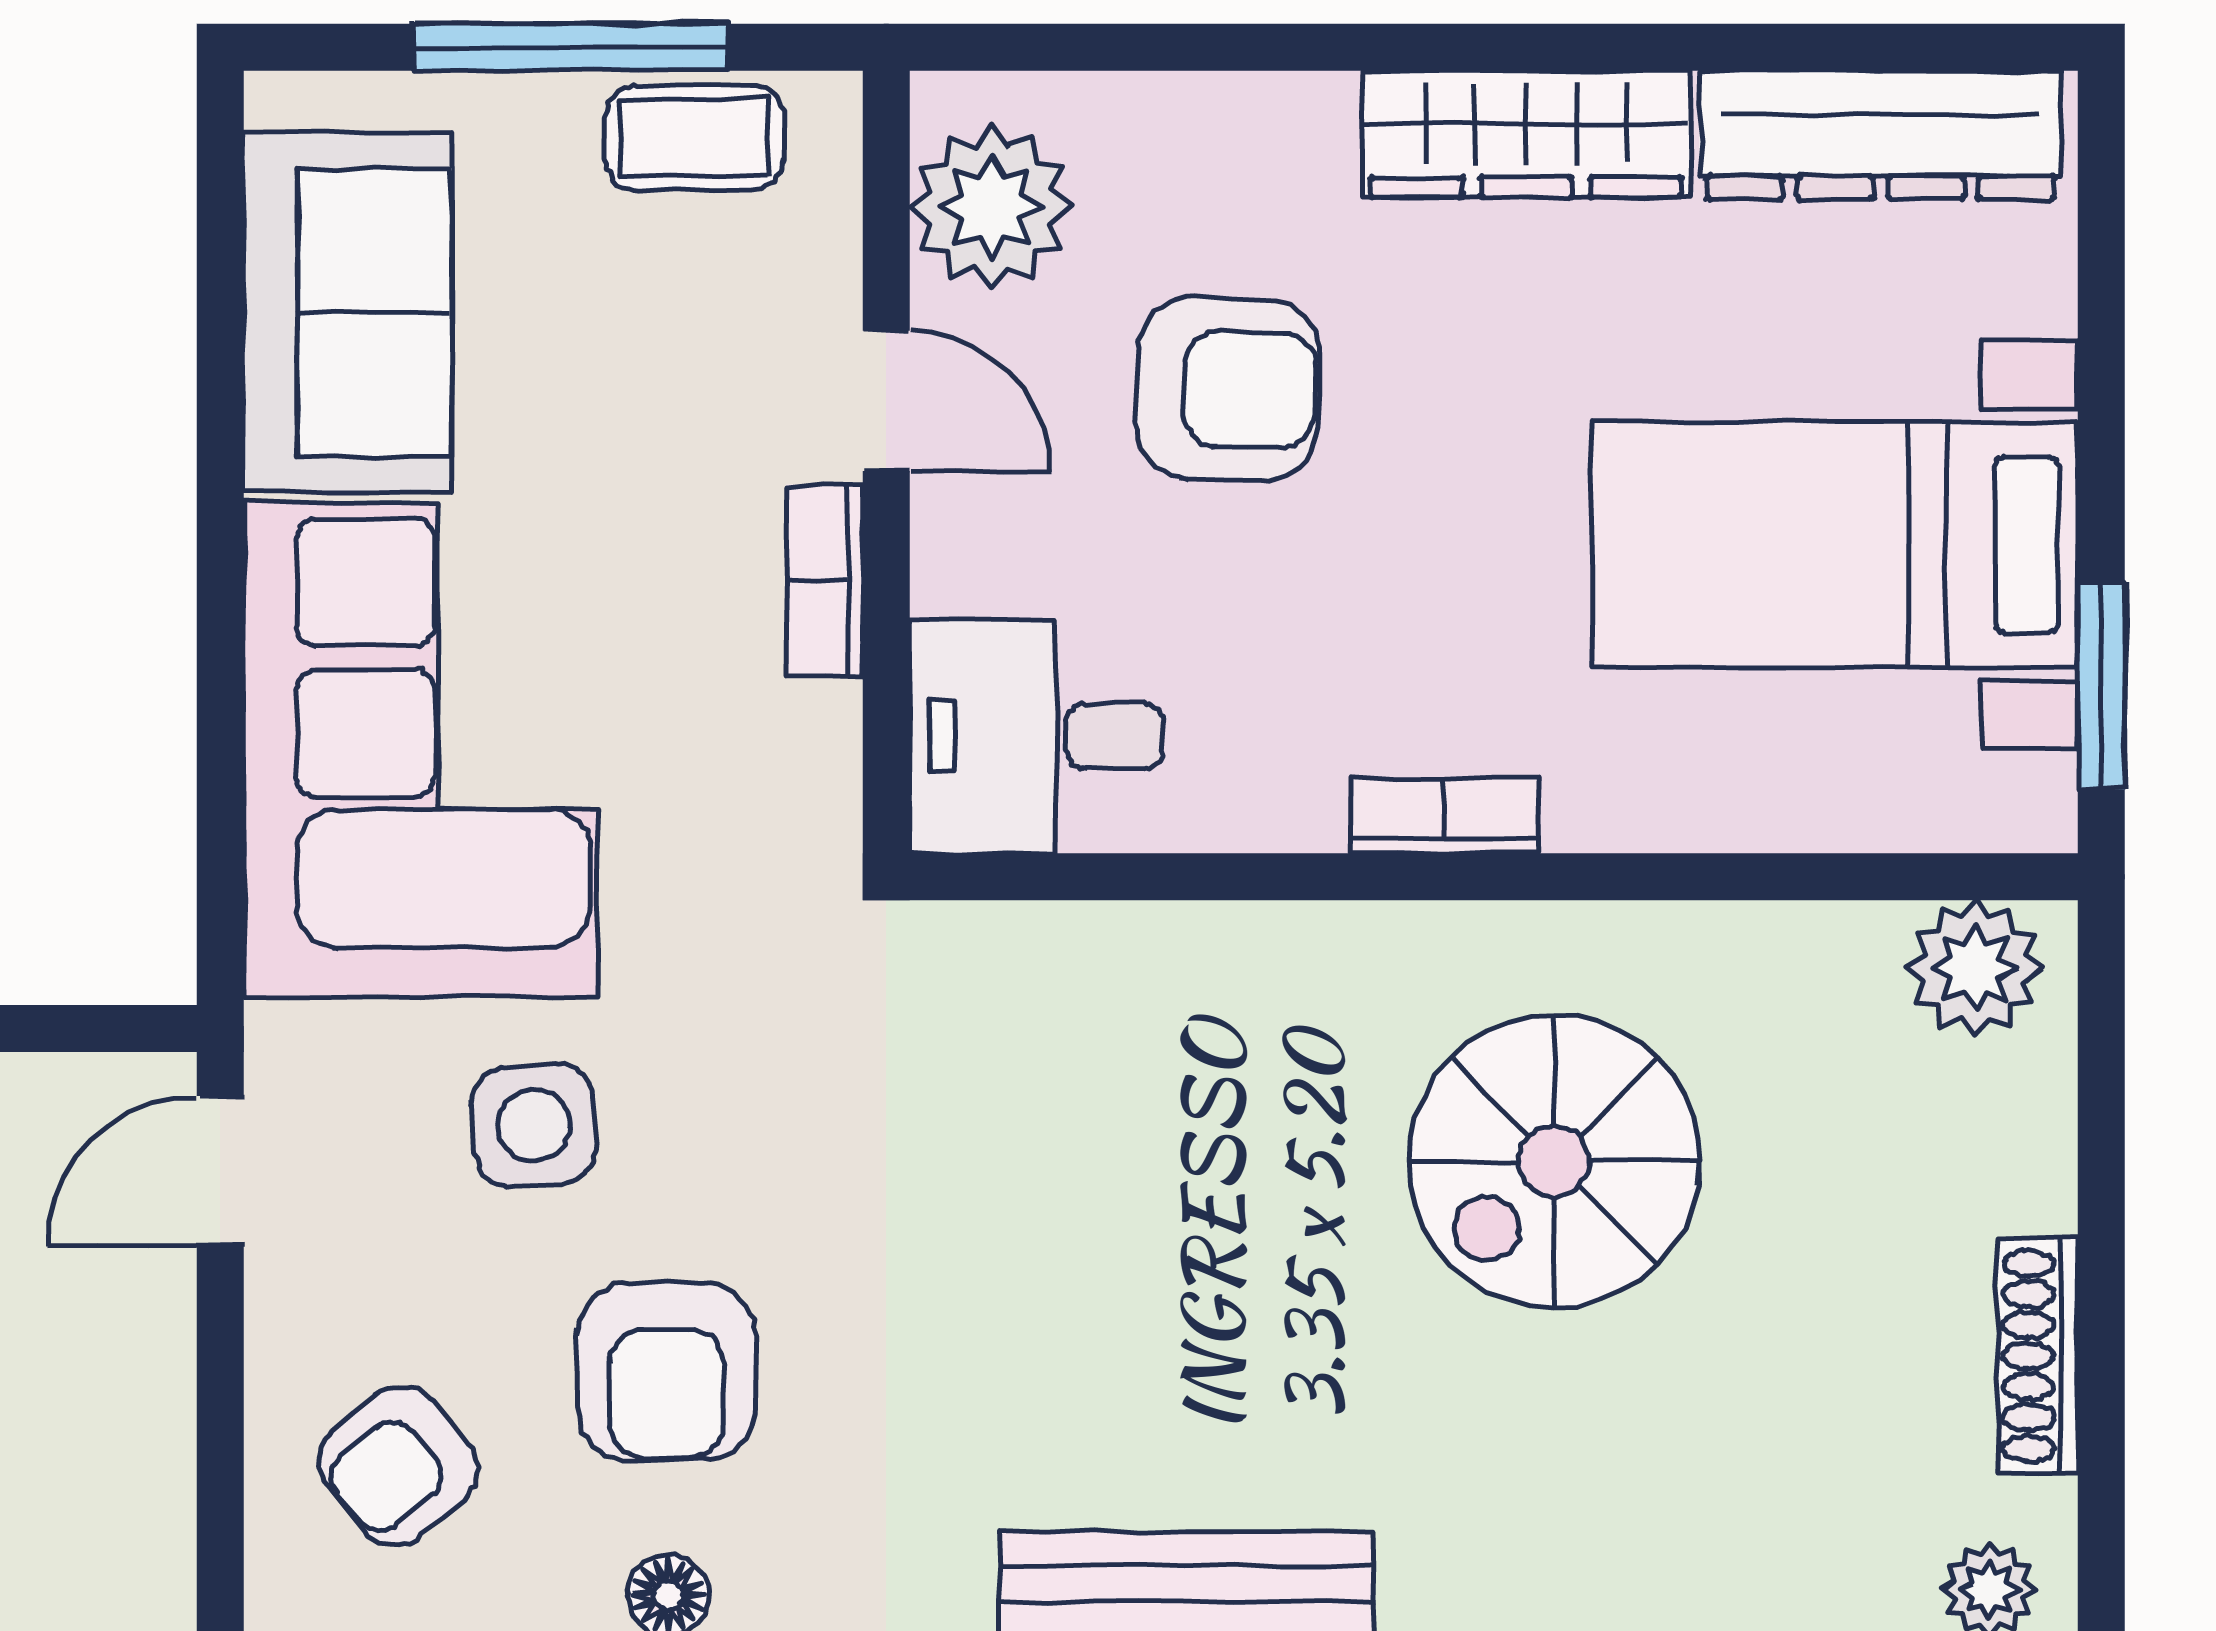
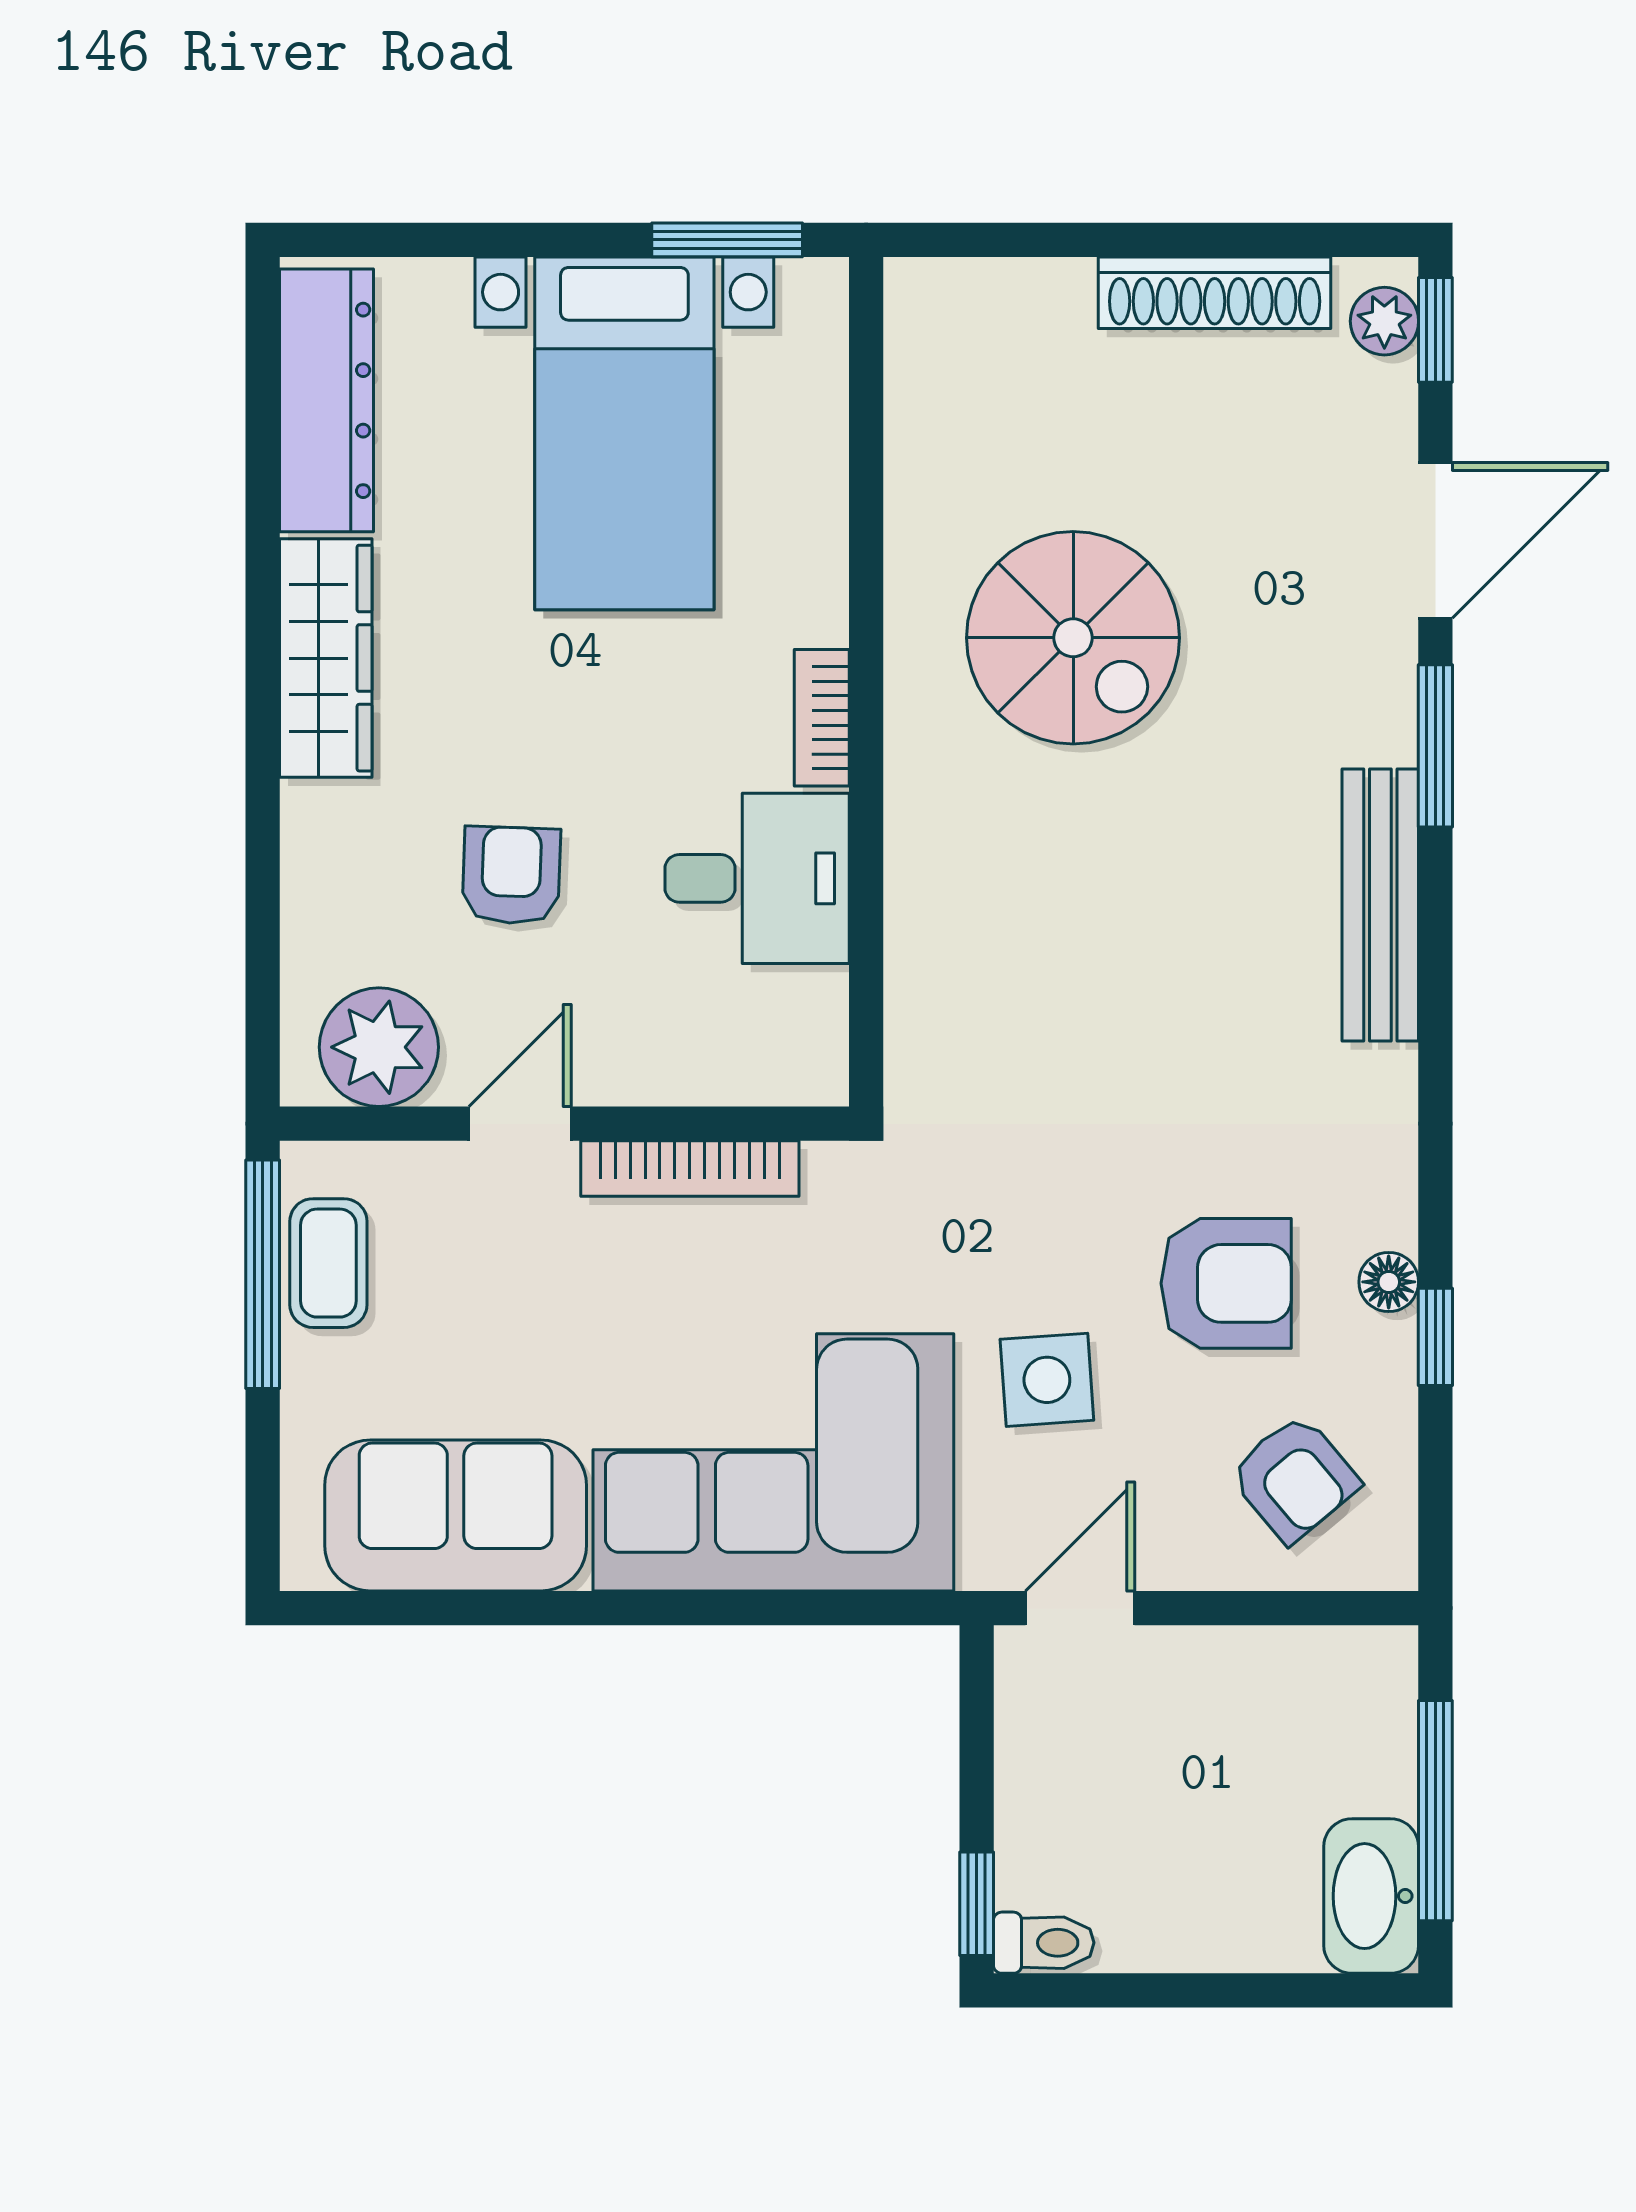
window: (571, 47) -> (263, 1274), moved
armchair: (1228, 389) -> (511, 875), width x0.72, depth x0.72
bookcase: (824, 581) -> (690, 1169), width x1.56
desk: (1036, 736) -> (757, 878), moved, turned -90
plant: (1975, 968) -> (933, 332), removed
door: (220, 1171) -> (1080, 1608), swing flipped
shoe rack: (2038, 1356) -> (1215, 293), width x1.36, depth x1.24

